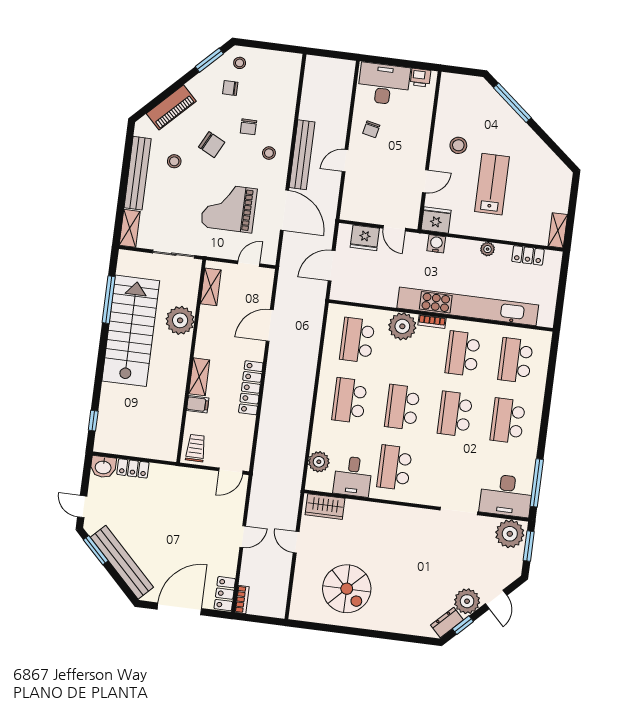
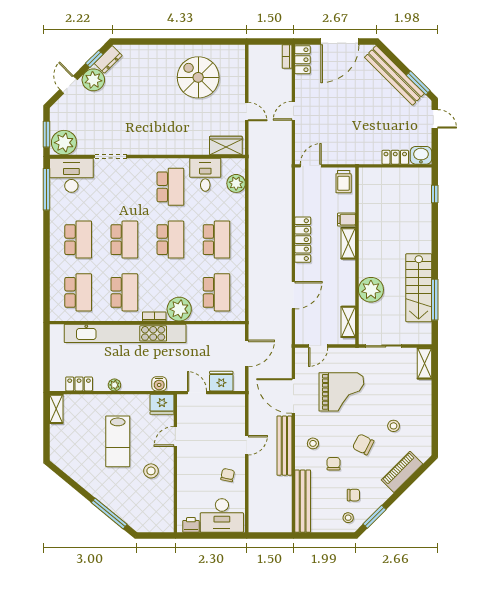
bench: (138, 173) -> (303, 501), moved
stairs: (131, 331) -> (419, 288), width x0.73, depth x0.66

